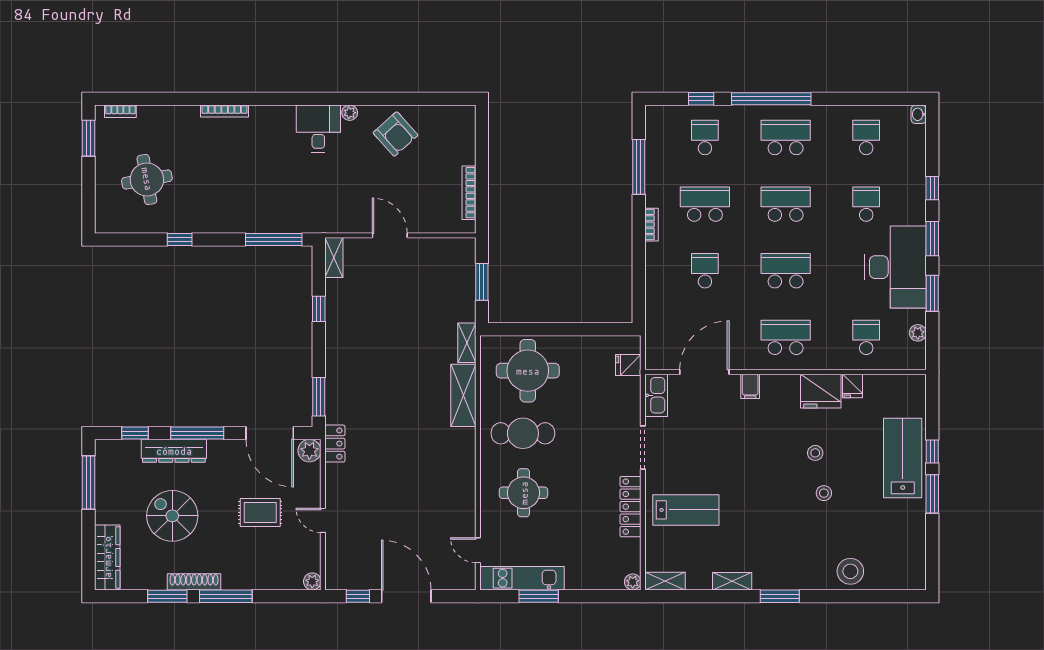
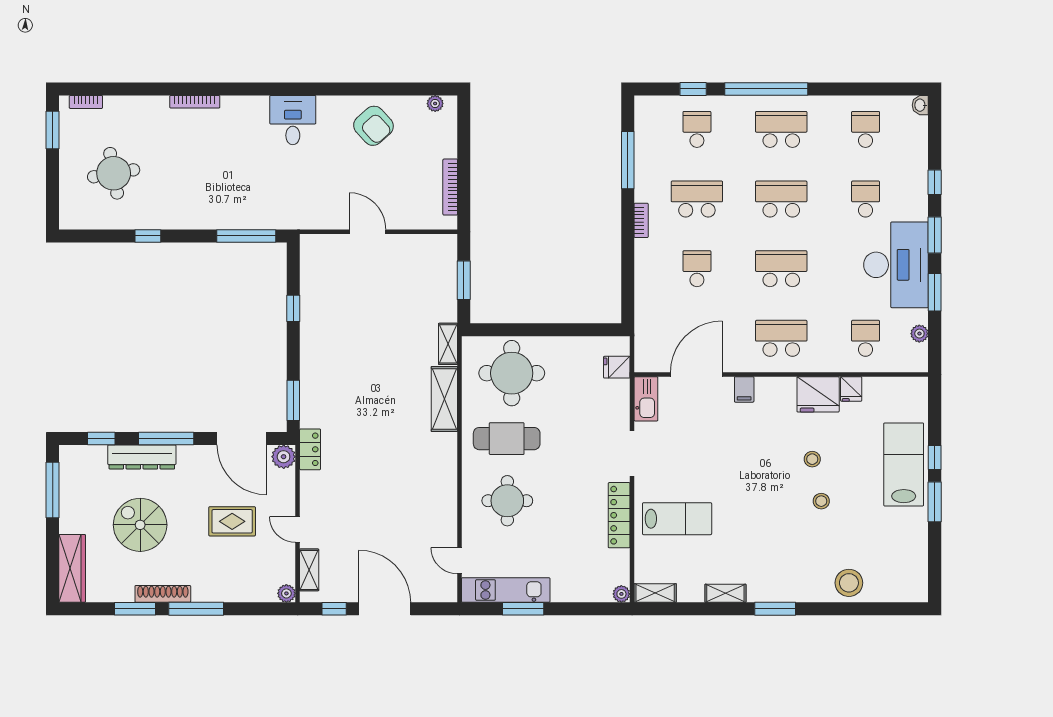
plant: (350, 113) -> (435, 104), moved
shelving: (334, 258) -> (309, 570), moved

